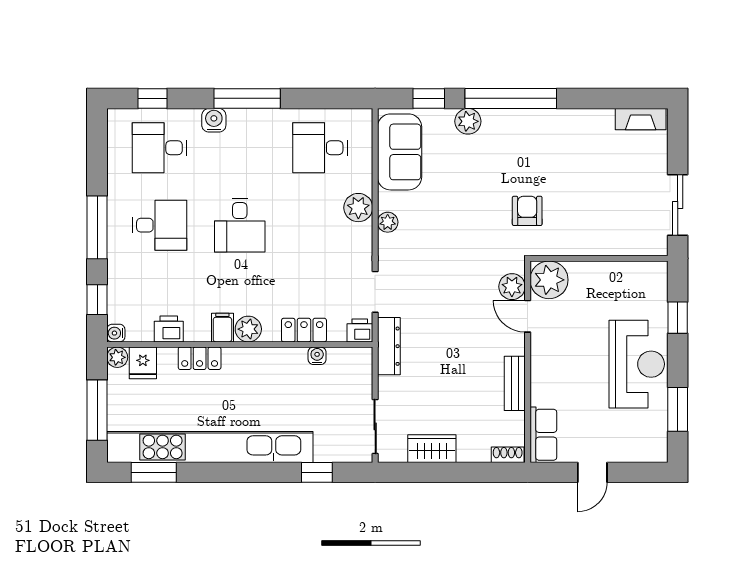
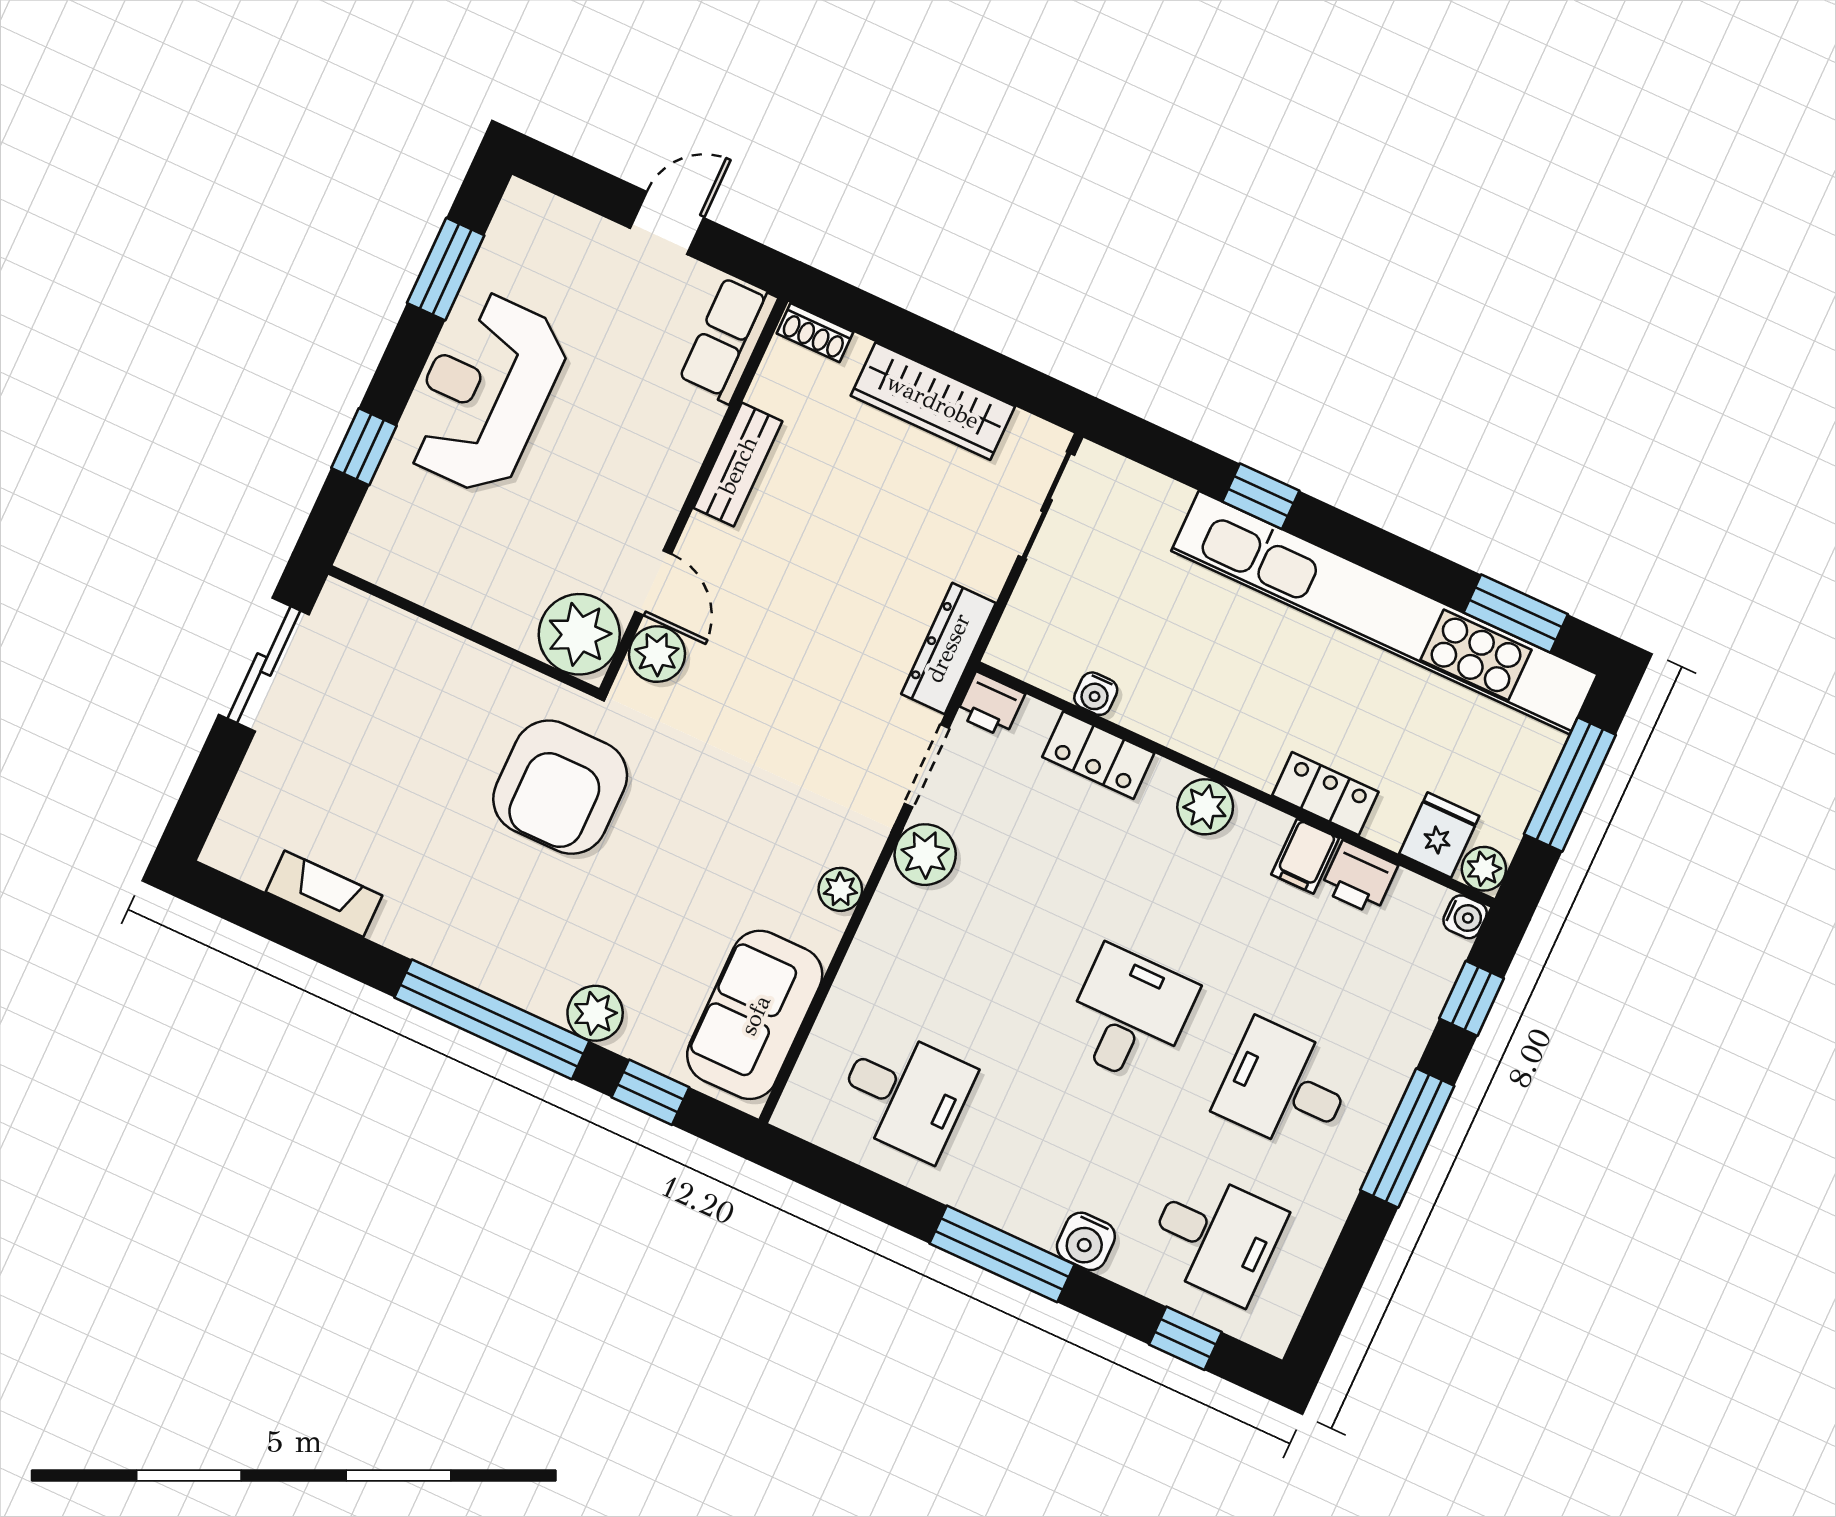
fireplace: (641, 119) -> (324, 894), moved
plant: (358, 208) -> (925, 855), moved
armchair: (527, 211) -> (560, 787), width x1.88, depth x1.88
filing cabinet: (222, 328) -> (1305, 856), moved
wardrobe: (432, 449) -> (933, 401), width x1.50
window: (317, 472) -> (1261, 496), moved

